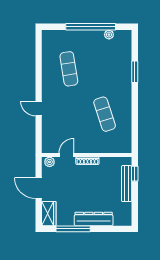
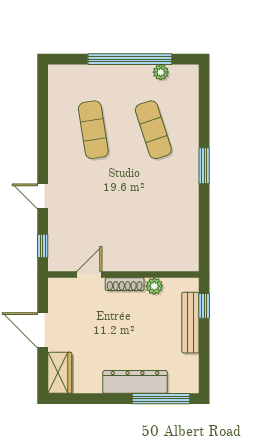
window: (135, 72) -> (204, 166), moved
exercise mat: (105, 114) -> (153, 130), moved
window: (39, 138) -> (43, 246), added
plant: (50, 162) -> (154, 286), moved
window: (73, 229) -> (161, 399), moved

